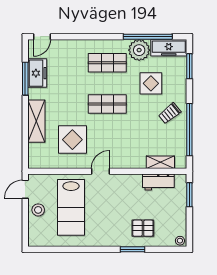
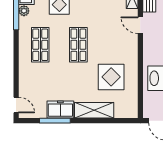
plant: (139, 50) -> (24, 11), width x0.53, depth x0.53
freezer: (37, 73) -> (60, 109), moved
door: (100, 171) -> (140, 25), moved

